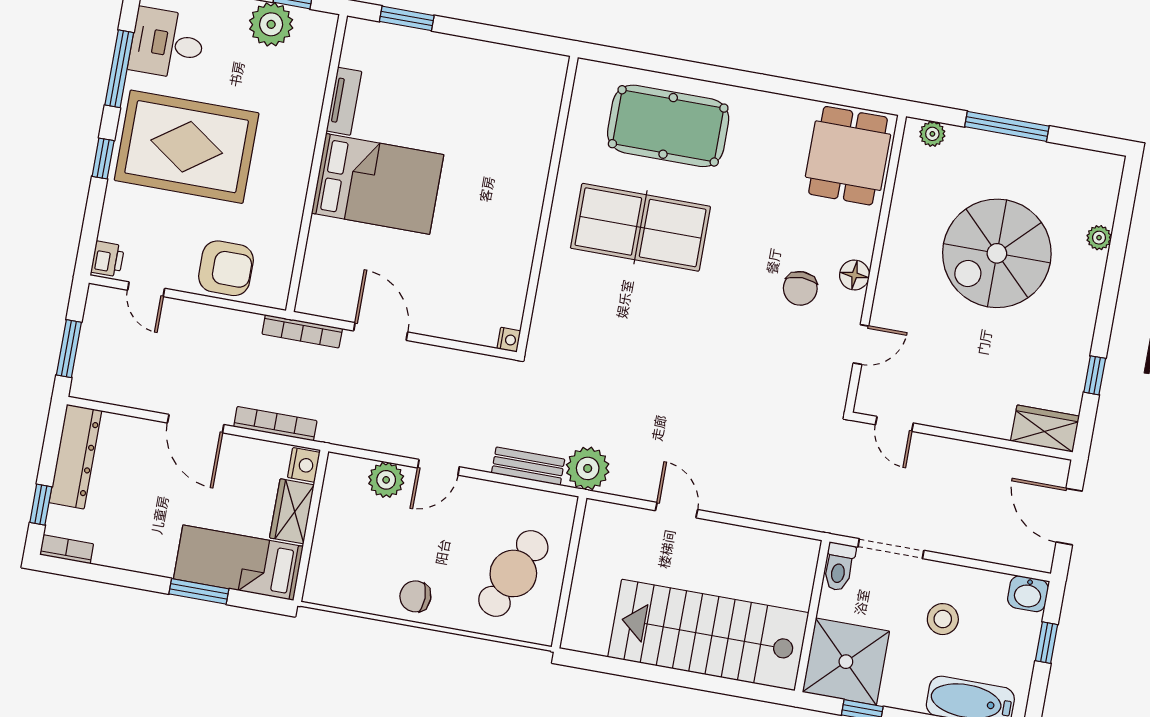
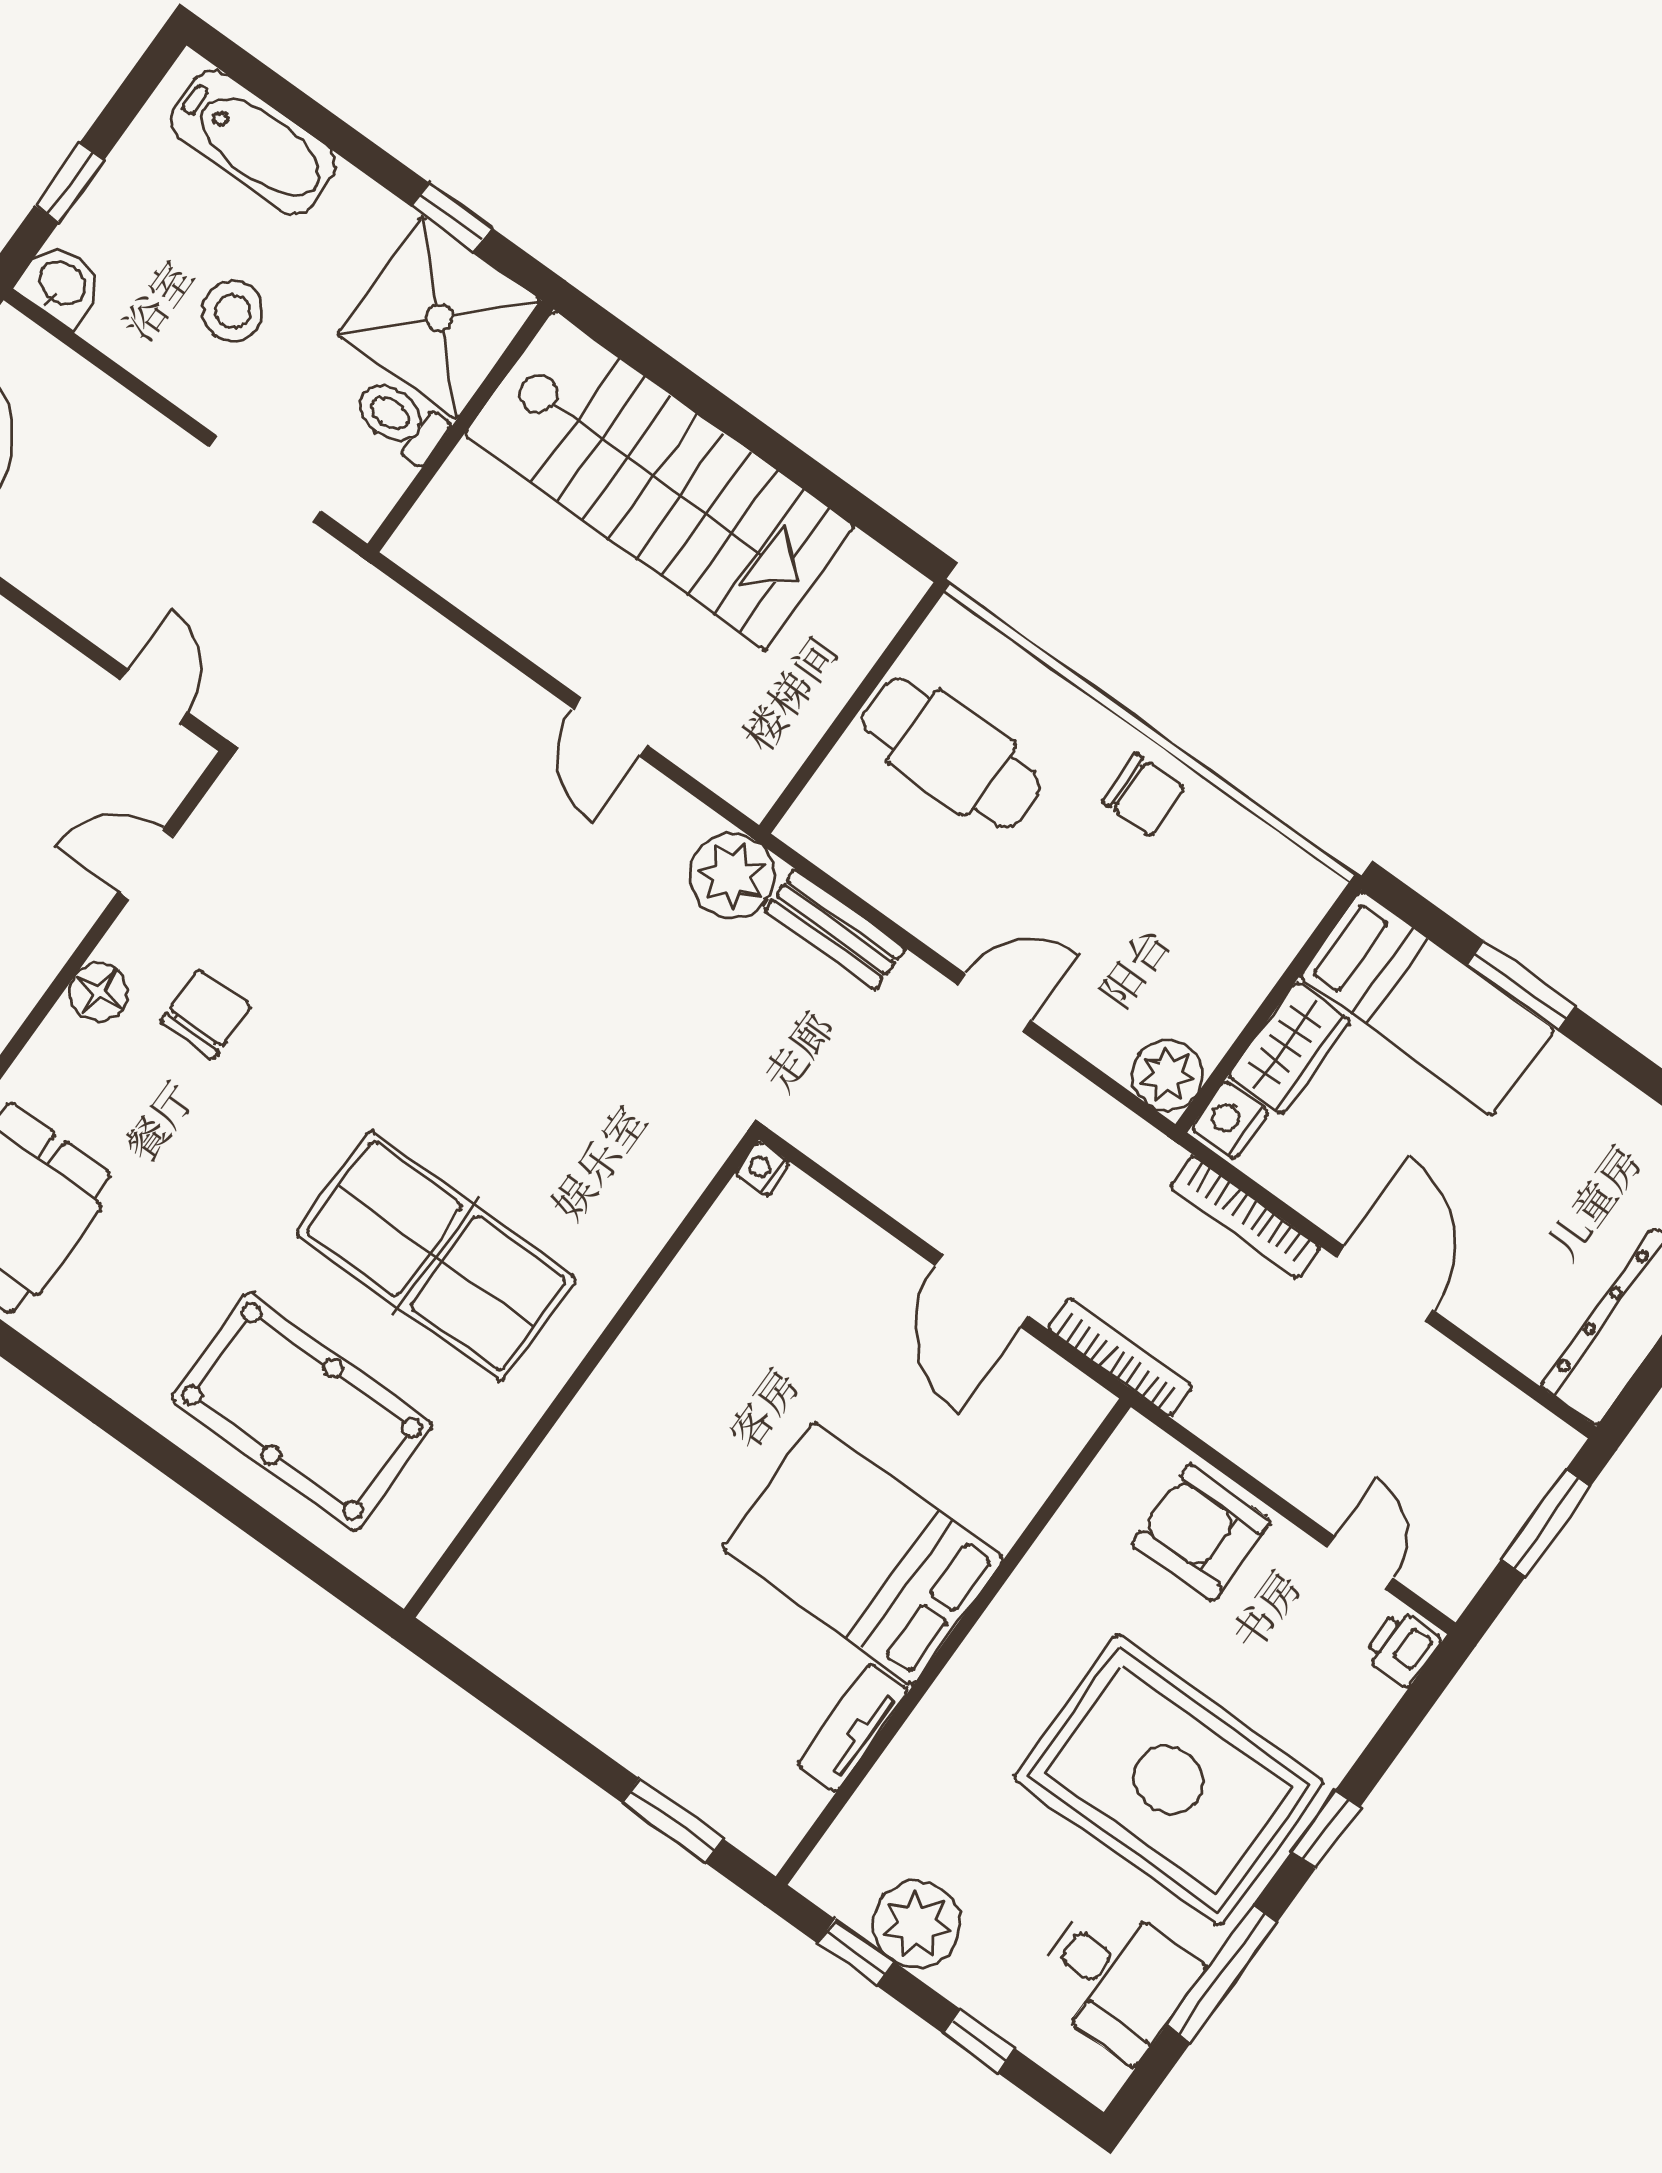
plant: (386, 480) -> (1167, 1075), moved
toilet: (839, 567) -> (400, 420), moved, turned -90
cafe table: (513, 573) -> (951, 753), turned 66

